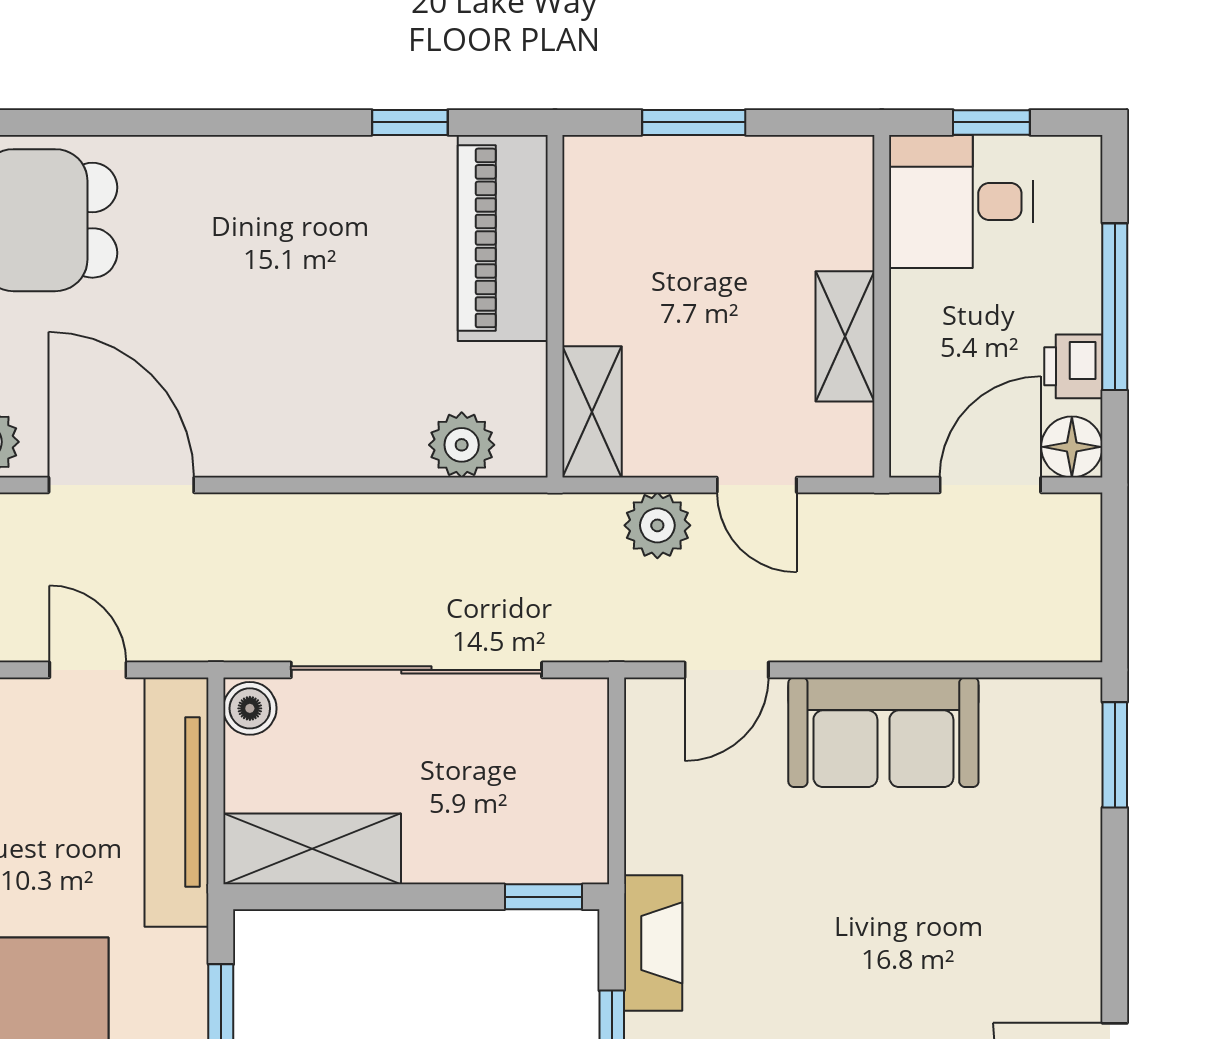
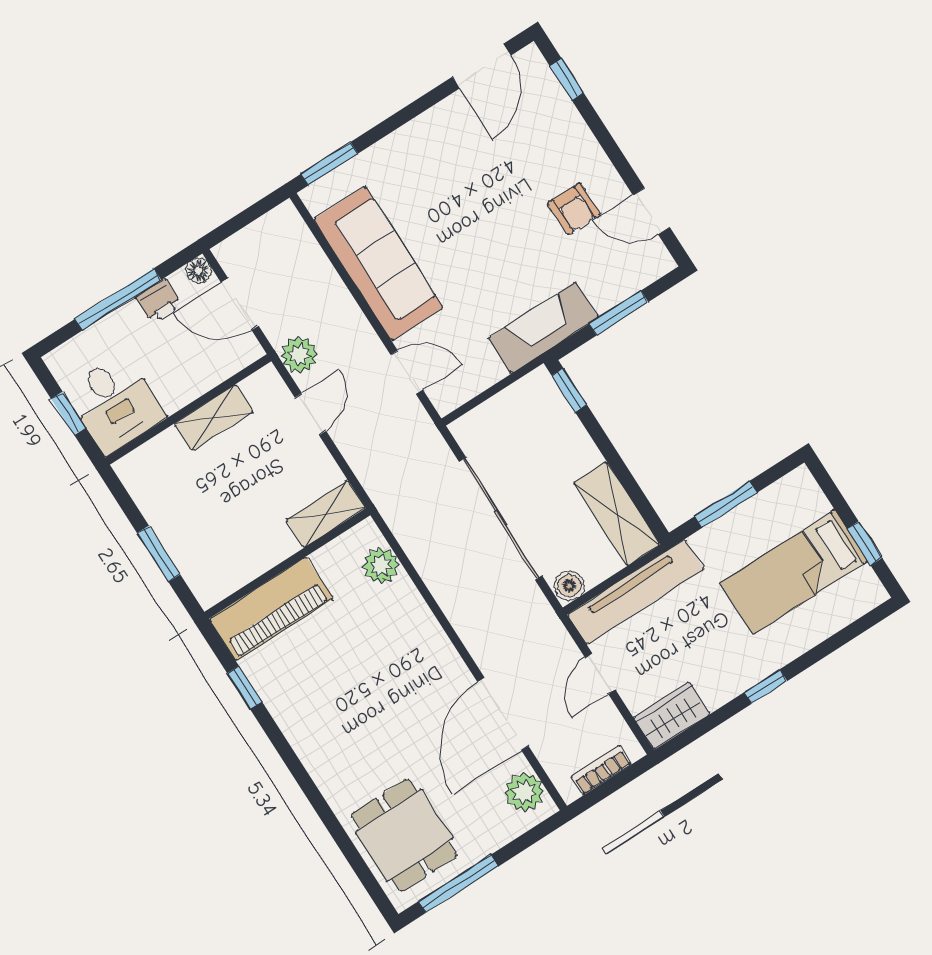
floor lamp: (1072, 447) -> (199, 271), width x0.73, depth x0.73
plant: (657, 525) -> (299, 355), moved
sofa: (883, 732) -> (378, 264), width x1.36
fireplace: (653, 943) -> (543, 328), width x1.37, depth x1.32

